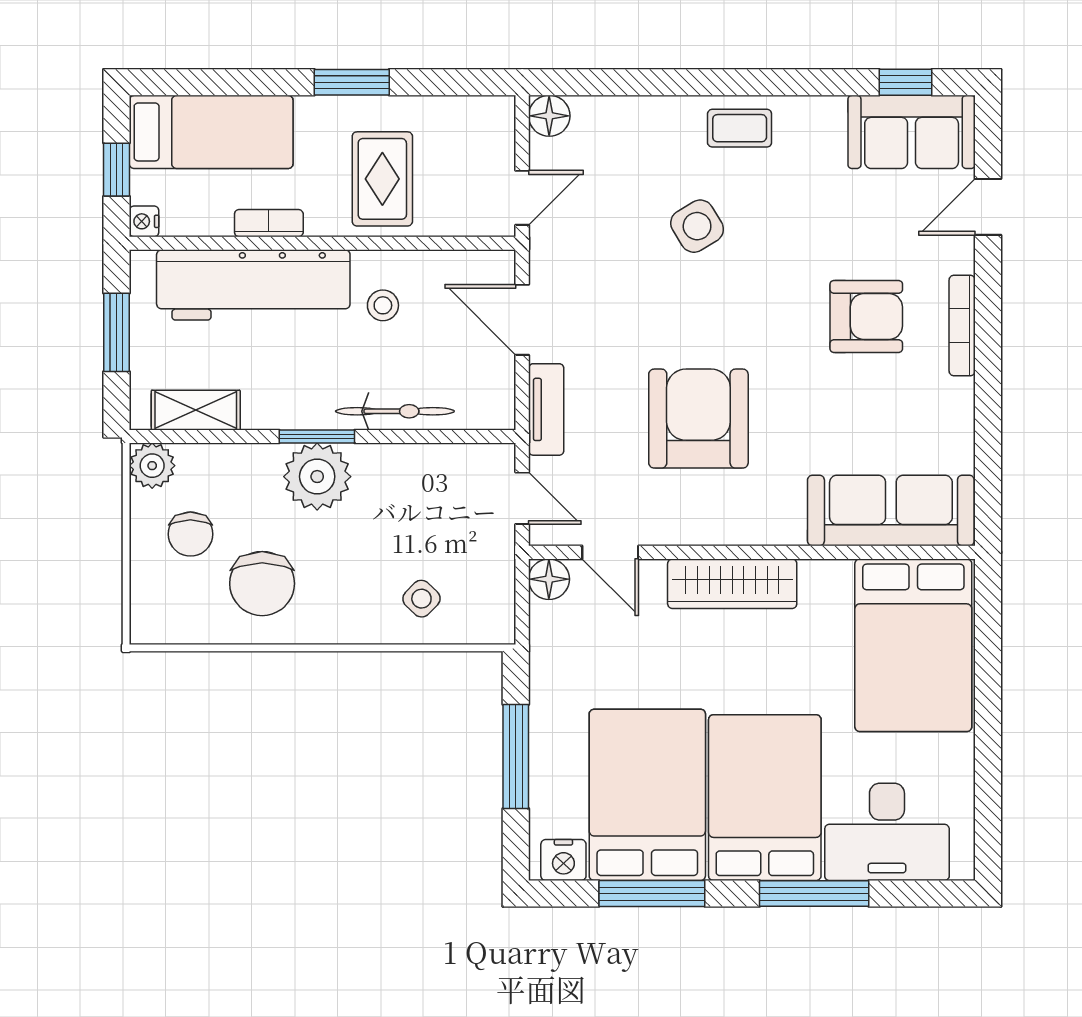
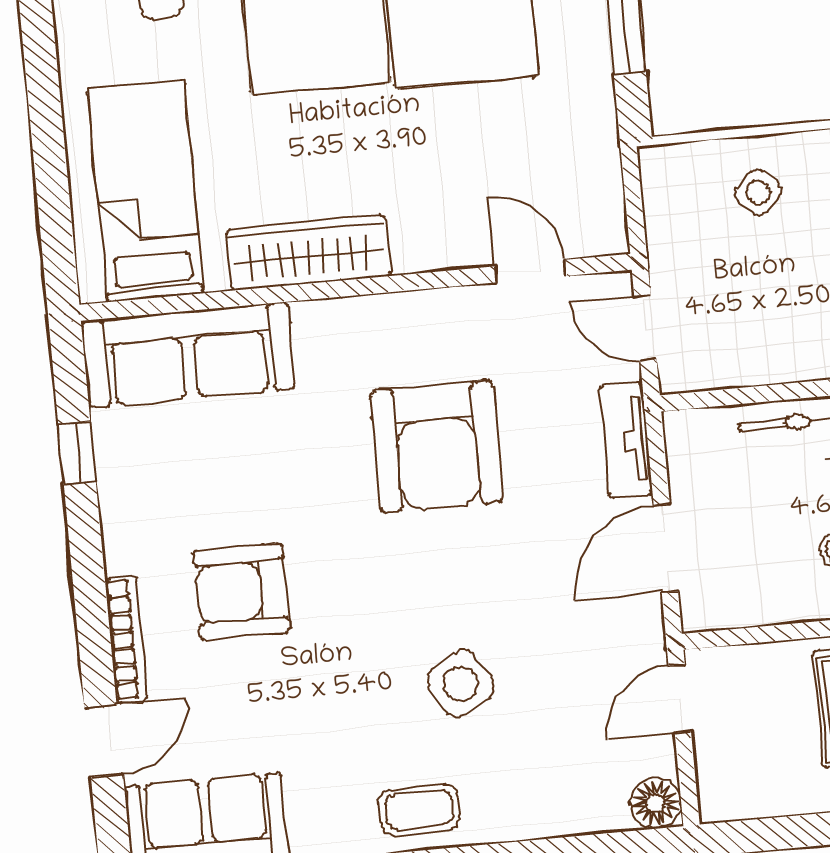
door: (522, 320) -> (666, 548), swing flipped
bookcase: (962, 325) -> (126, 639), moved
window: (988, 440) -> (77, 453), added
floor lamp: (549, 579) -> (603, 231), removed
wardrobe: (732, 584) -> (309, 253), moved
bed: (913, 645) -> (146, 191), width x0.67

